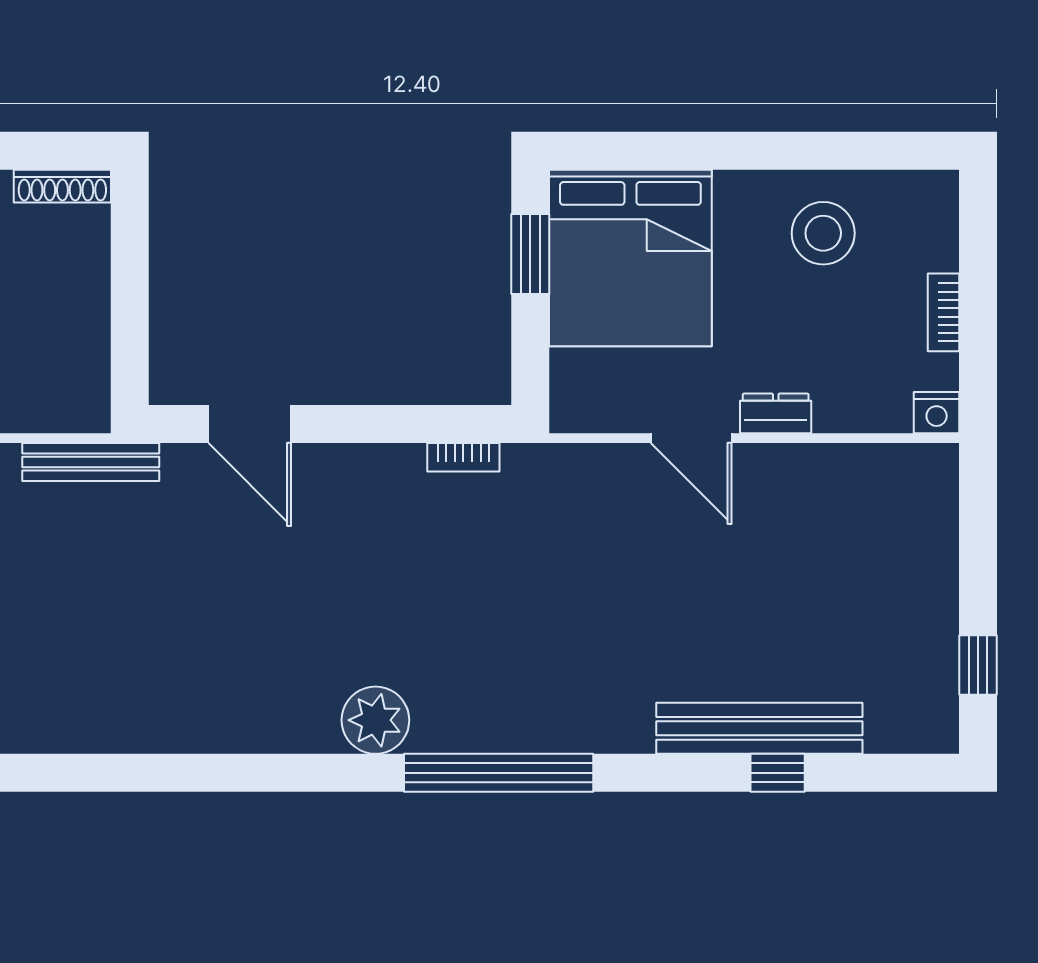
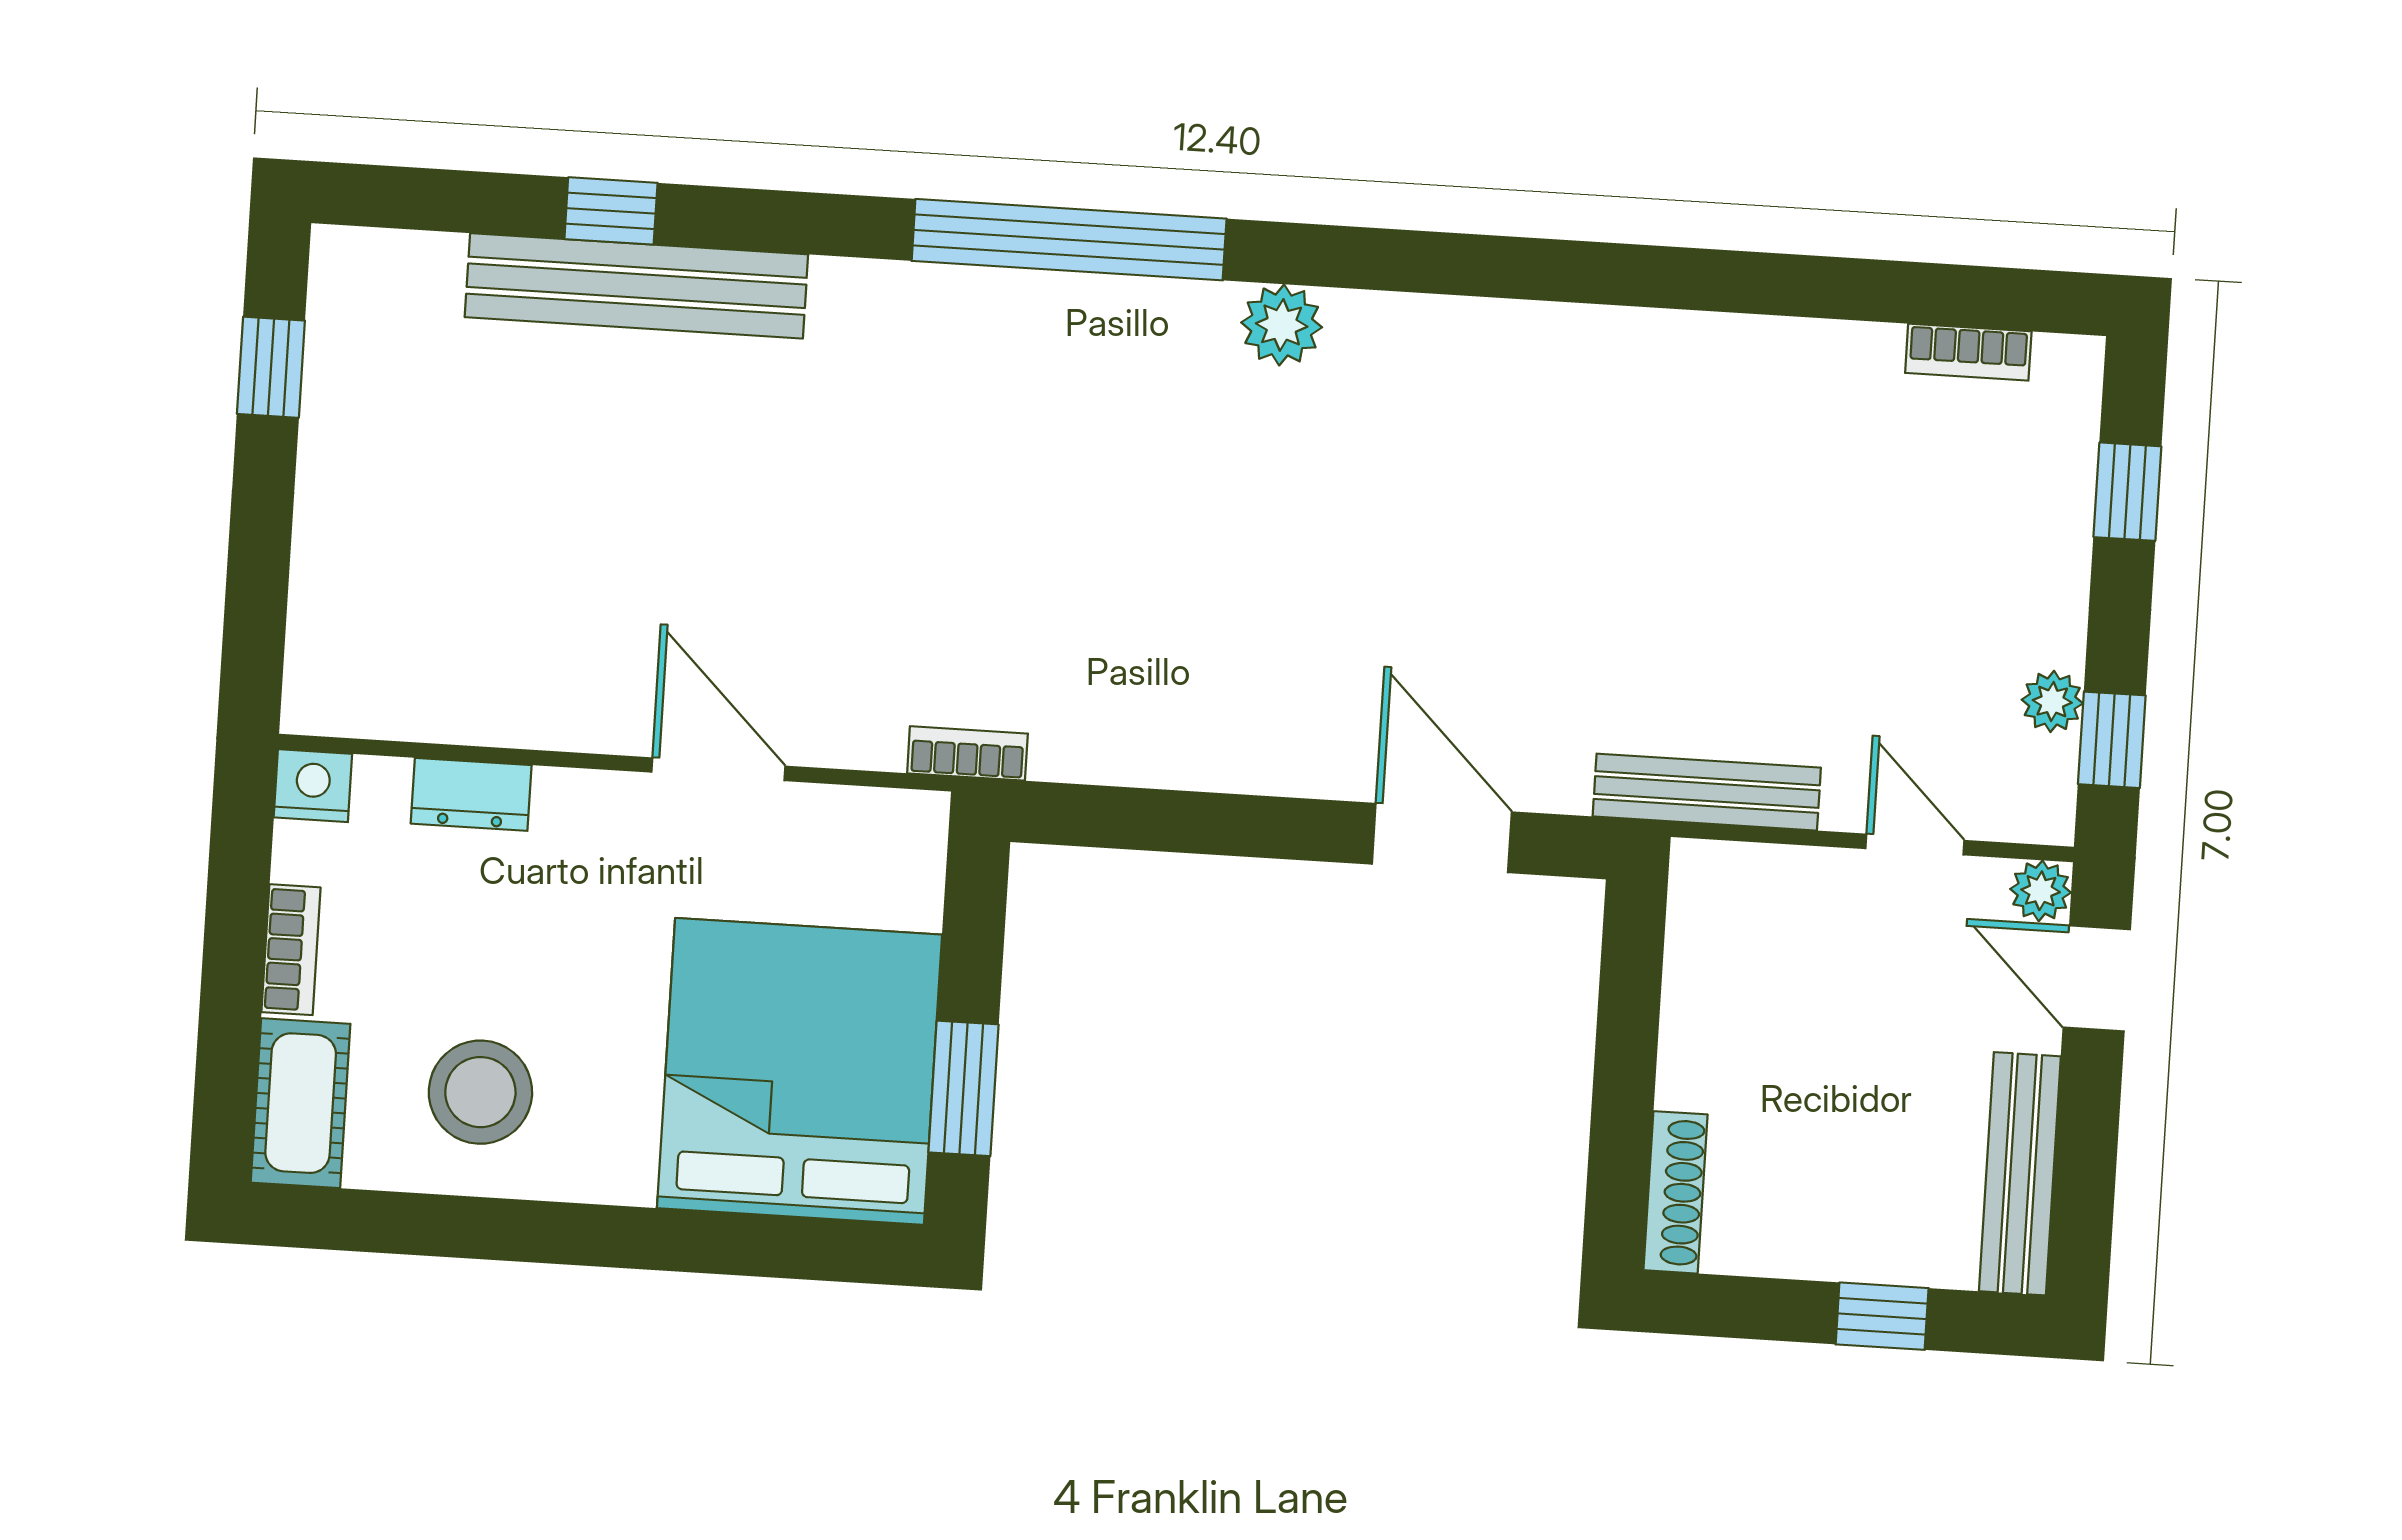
shoe rack: (62, 186) -> (1675, 1192), moved, turned 90
cot: (932, 220) -> (301, 1103), added
dresser: (776, 413) -> (471, 794), moved
bookcase: (463, 457) -> (967, 753), moved
plant: (375, 720) -> (1282, 325), width x0.73, depth x0.73

